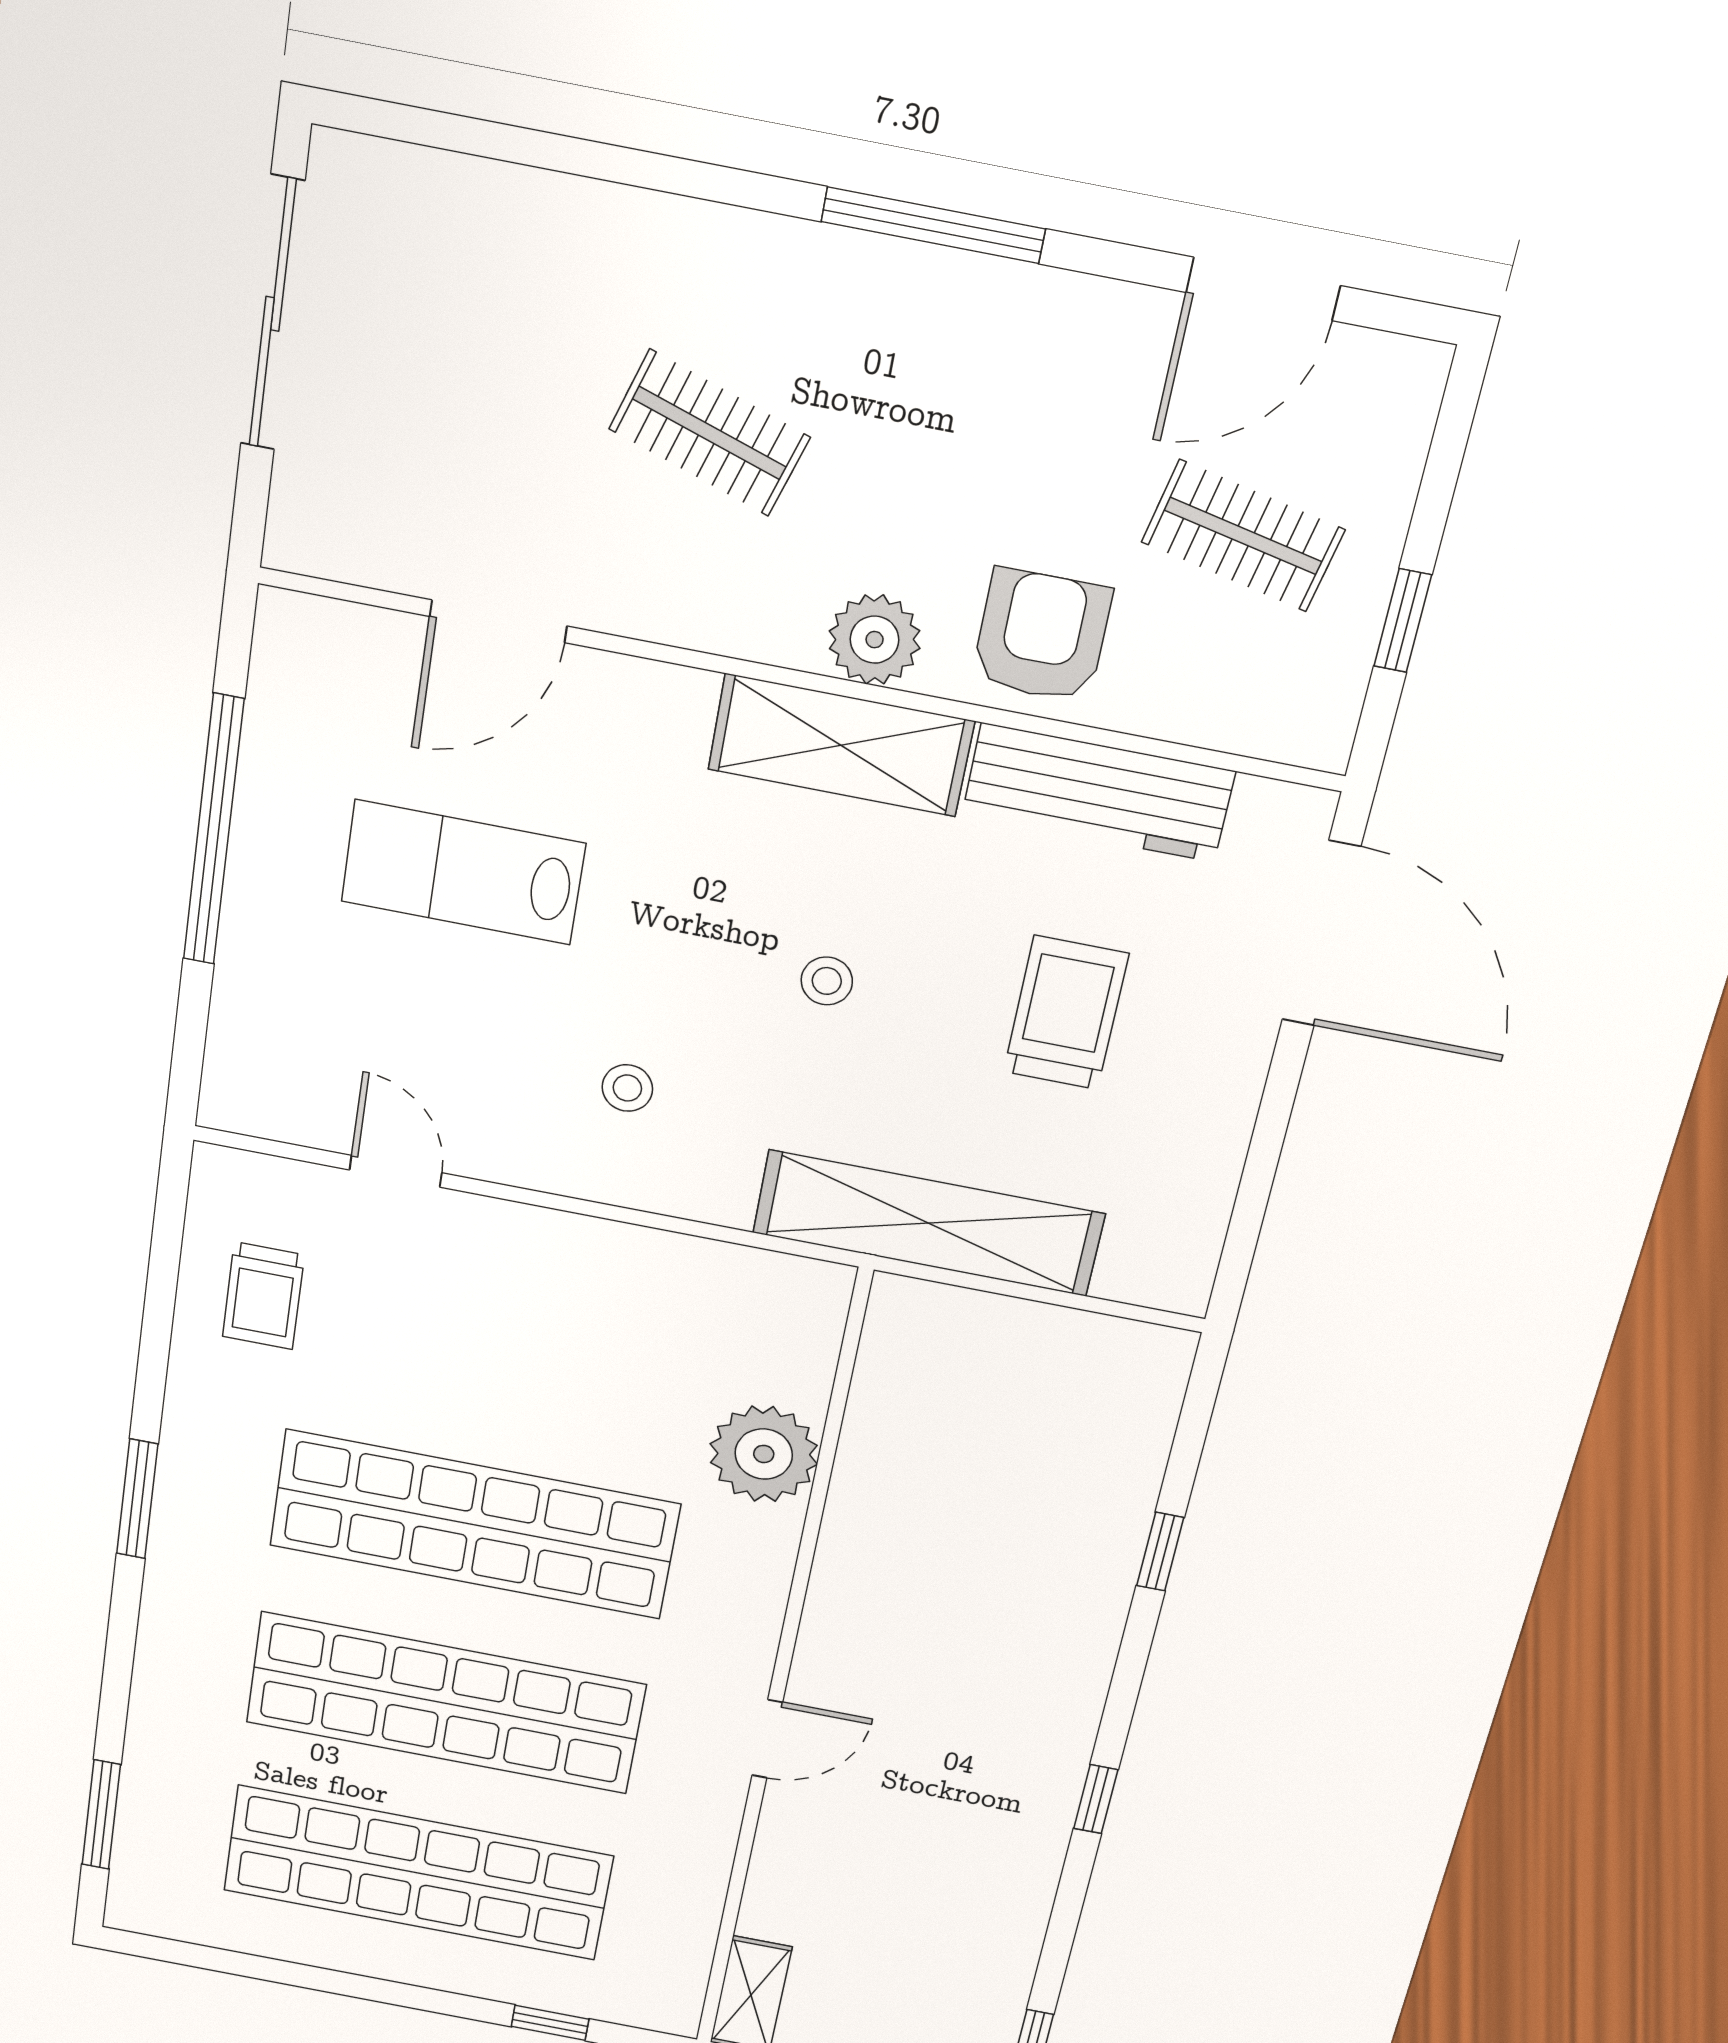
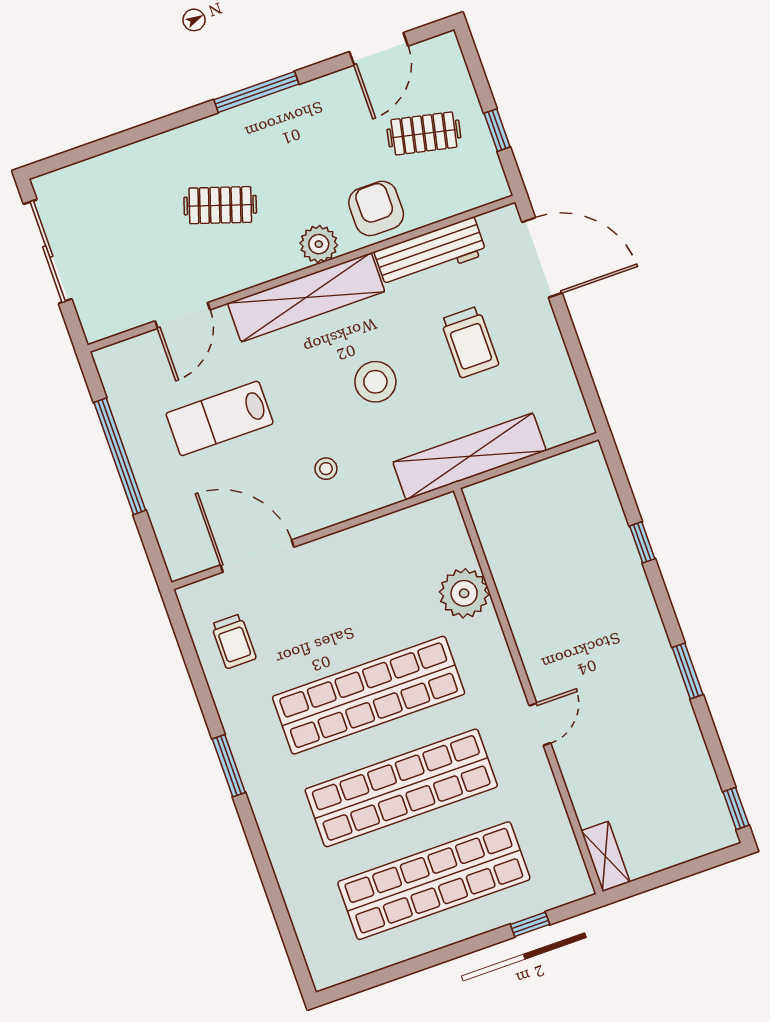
shelving: (841, 745) -> (306, 297), width x1.47
stool: (827, 981) -> (375, 382), width x1.89, depth x1.89
trolley: (1066, 1013) -> (470, 342), turned 180
door: (396, 1171) -> (257, 556), width x1.87
window: (1096, 1799) -> (688, 671), width x1.50
window: (101, 1815) -> (288, 933), removed

